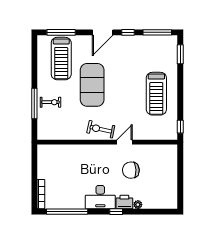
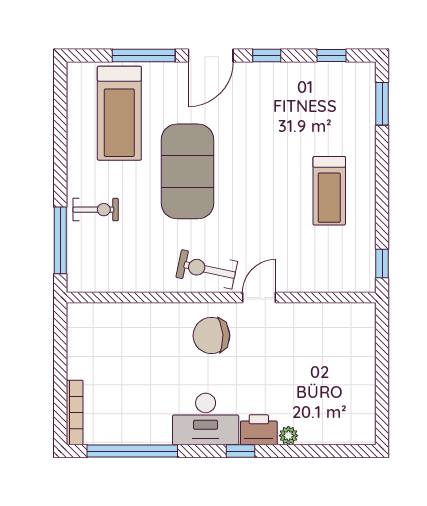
window: (61, 32) -> (144, 56), moved
window: (157, 32) -> (331, 56), width x0.46
treadmill: (156, 94) -> (329, 191), width x0.73, depth x0.73
window: (34, 104) -> (60, 240), moved
chair: (131, 170) -> (211, 335), moved

